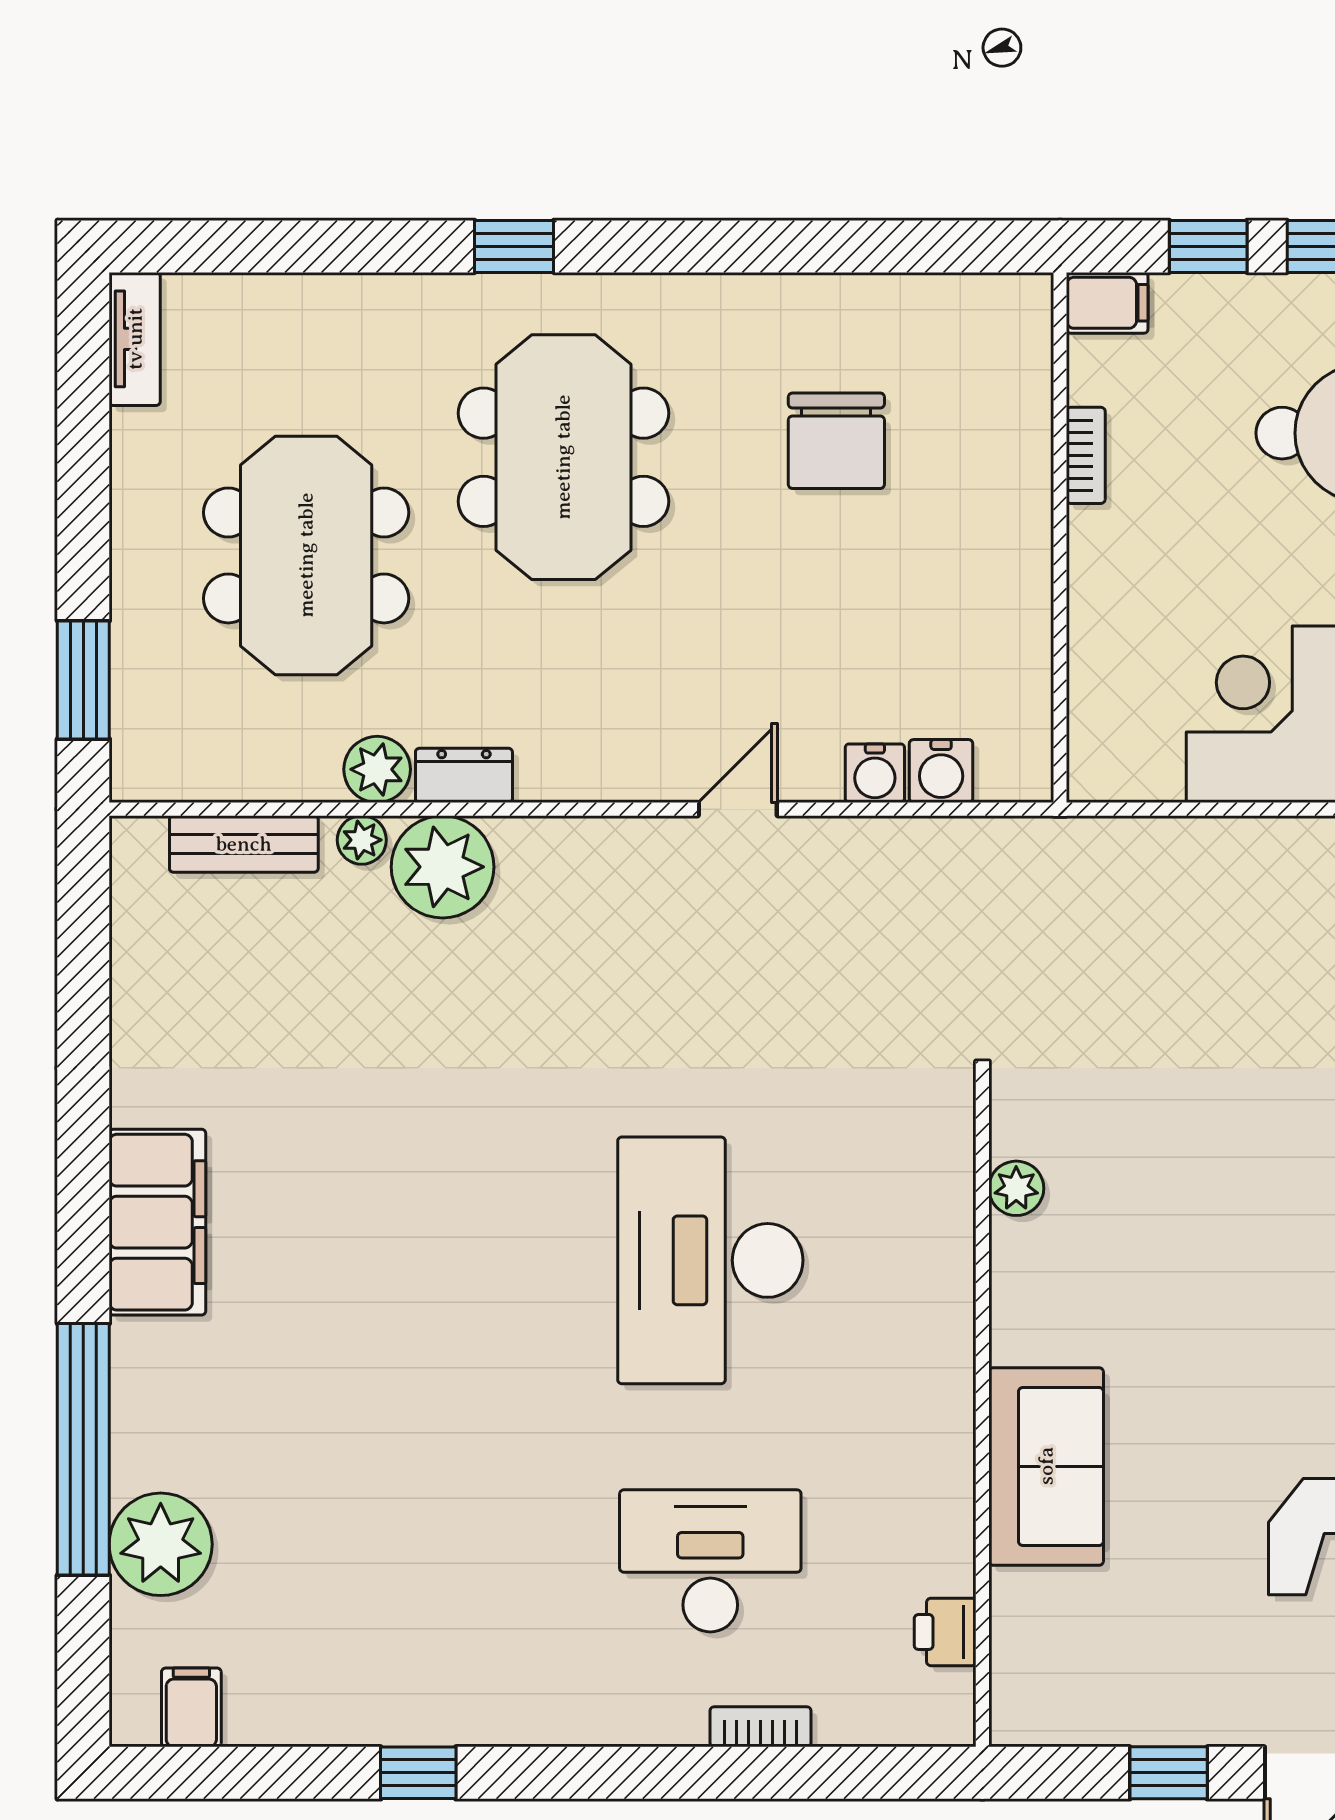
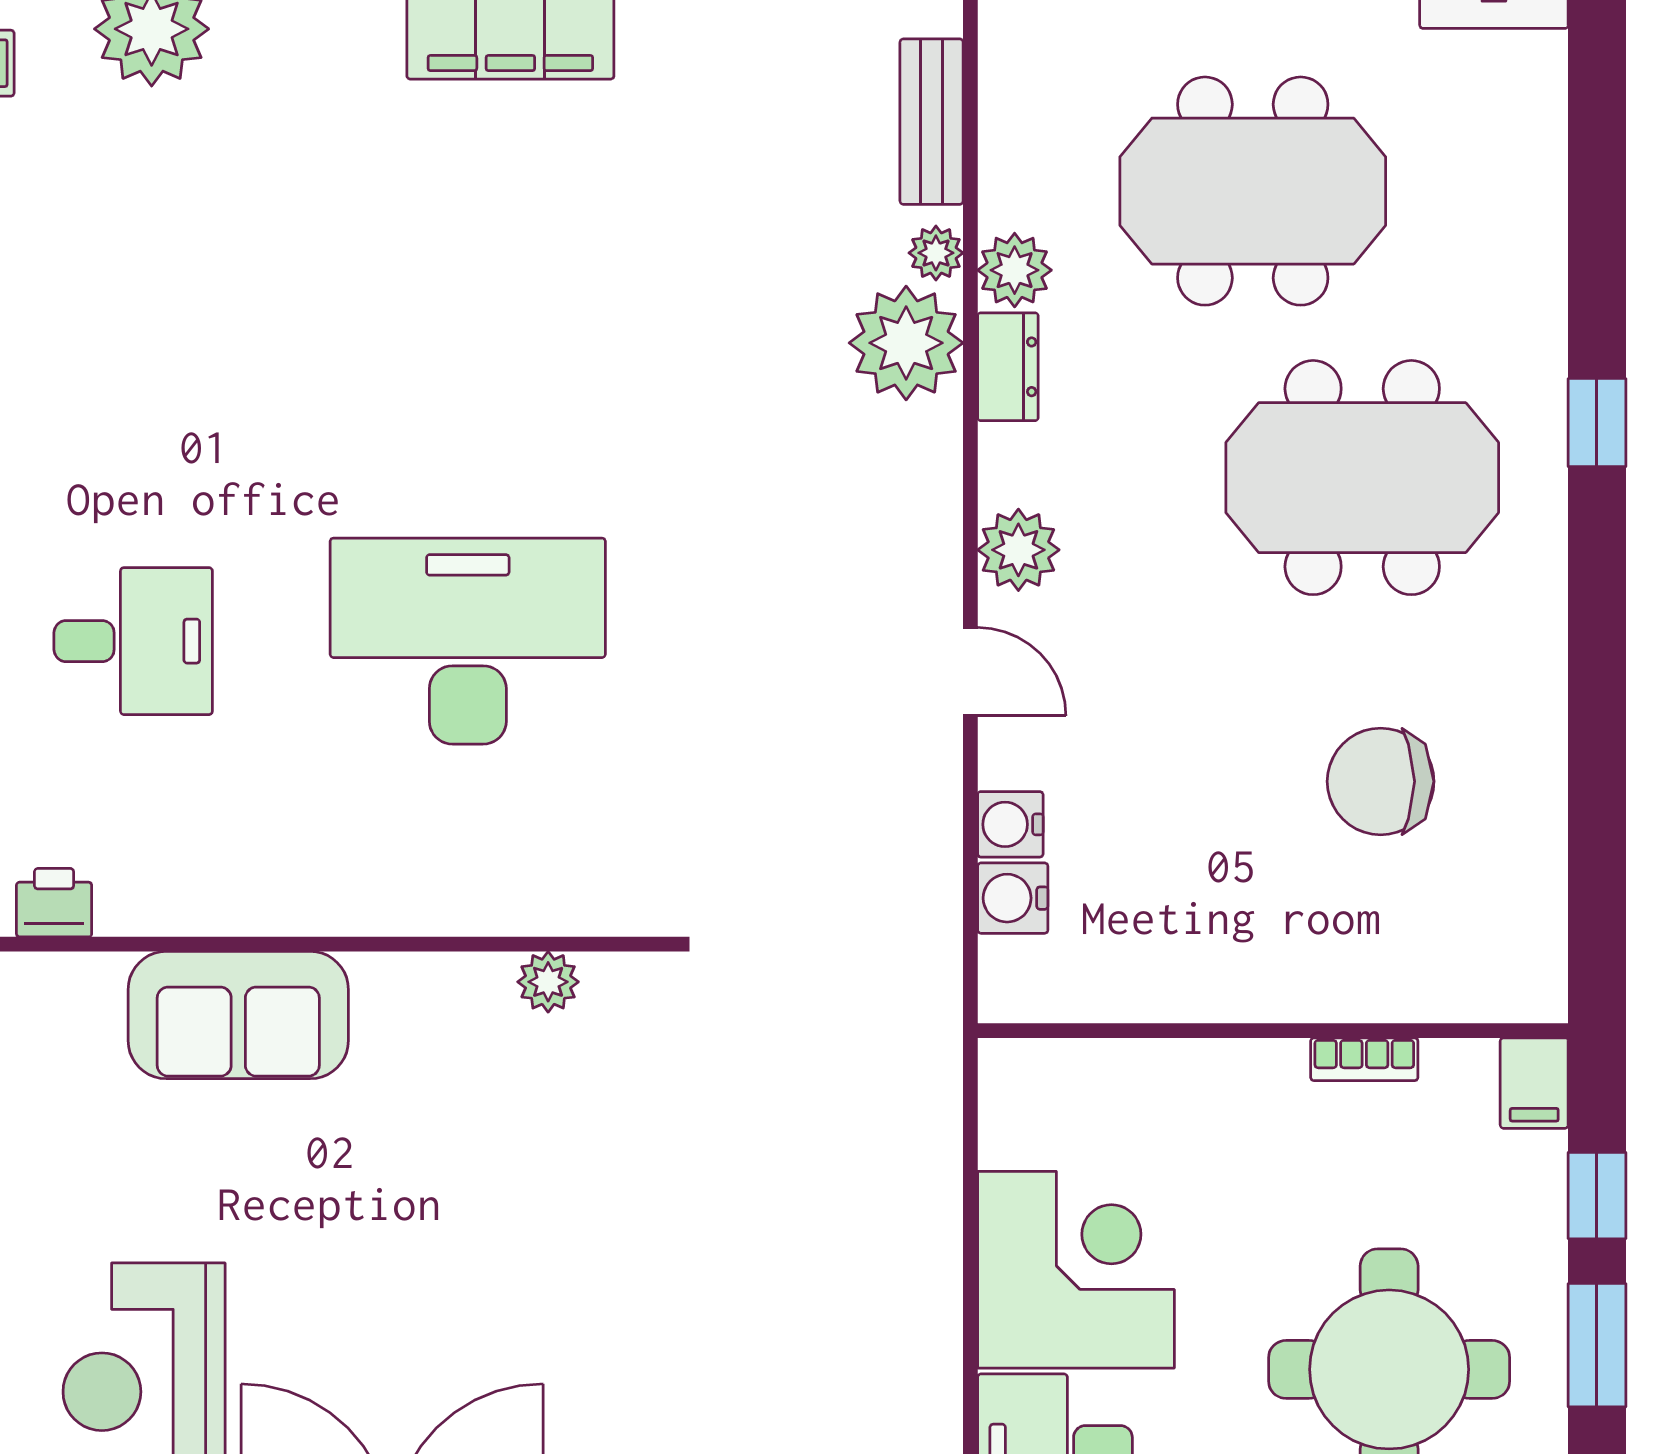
plant: (628, 766) -> (1018, 550), added
desk: (710, 1561) -> (133, 641), width x0.73

